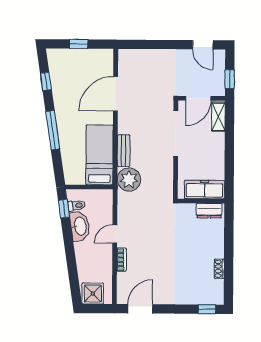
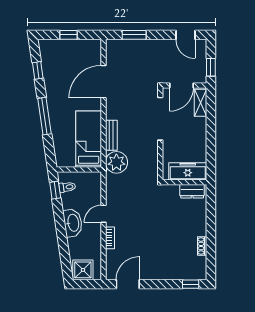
window: (148, 44) -> (134, 35), added
washbasin: (80, 226) -> (73, 223), moved

